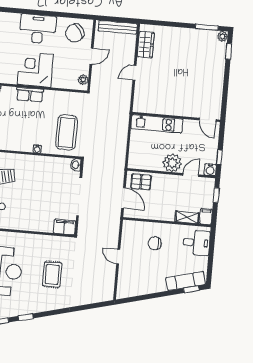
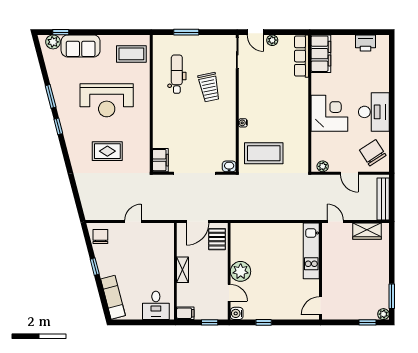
row of seats: (30, 95) -> (301, 110), removed
wall: (176, 117) -> (321, 271), moved
door: (208, 120) -> (321, 306), moved
kitchen unit: (157, 124) -> (311, 251), moved
window: (219, 157) -> (264, 322), moved
shelving: (187, 217) -> (183, 270), moved
chair: (155, 243) -> (100, 237), moved
window: (191, 289) -> (95, 267), moved

